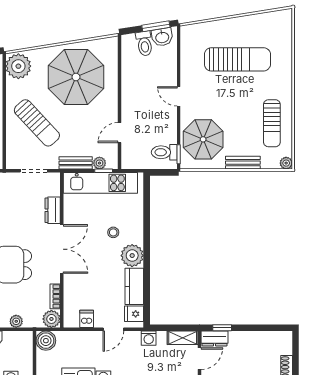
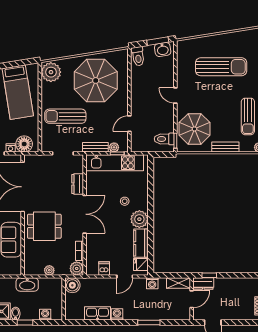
toilet: (144, 44) -> (138, 56), moved
sun lounger: (37, 123) -> (65, 116), turned 133

